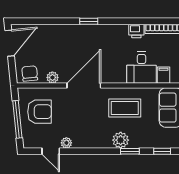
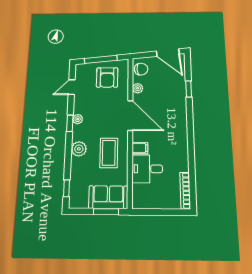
window: (89, 21) -> (189, 89), moved
printer: (136, 31) -> (182, 164), removed
filing cabinet: (163, 75) -> (140, 148), moved
plant: (66, 143) -> (78, 119), moved
window: (130, 151) -> (70, 123), moved

